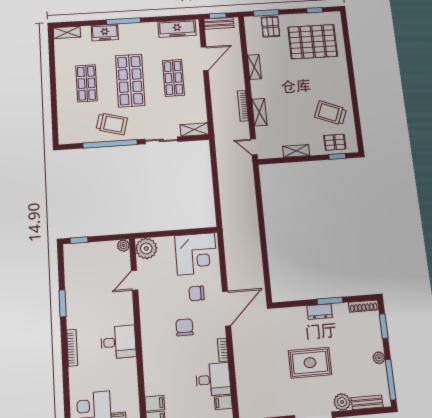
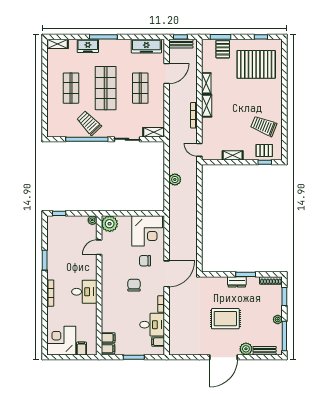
shelving: (259, 112) -> (207, 106), moved
trolley: (112, 124) -> (89, 123), turned -149
plant: (226, 186) -> (175, 179), added

